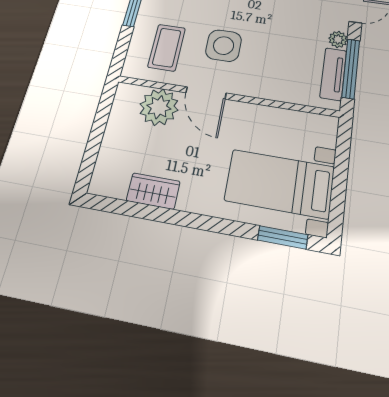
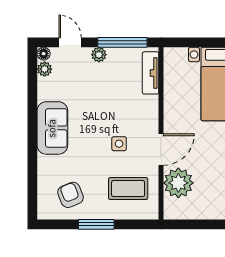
side table: (224, 46) -> (119, 144), width x0.54, depth x0.54
tv unit: (333, 74) -> (151, 73), moved, turned 90

